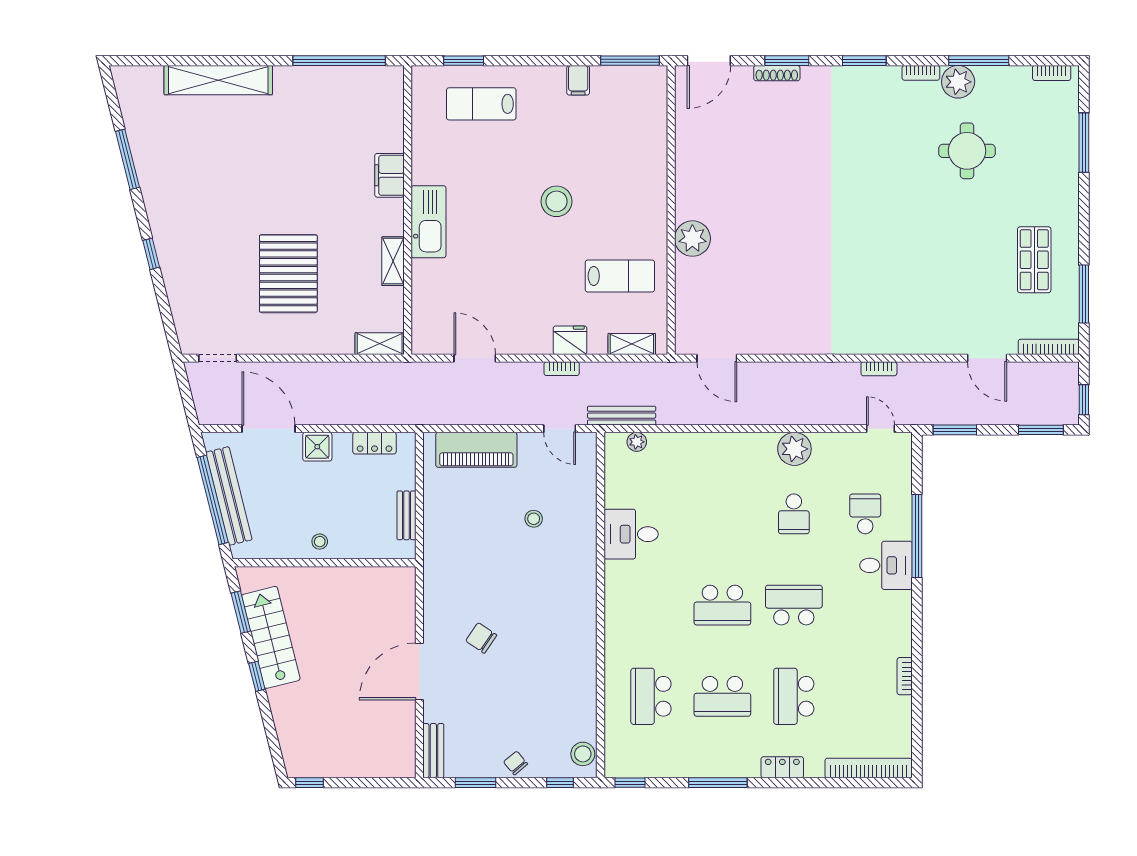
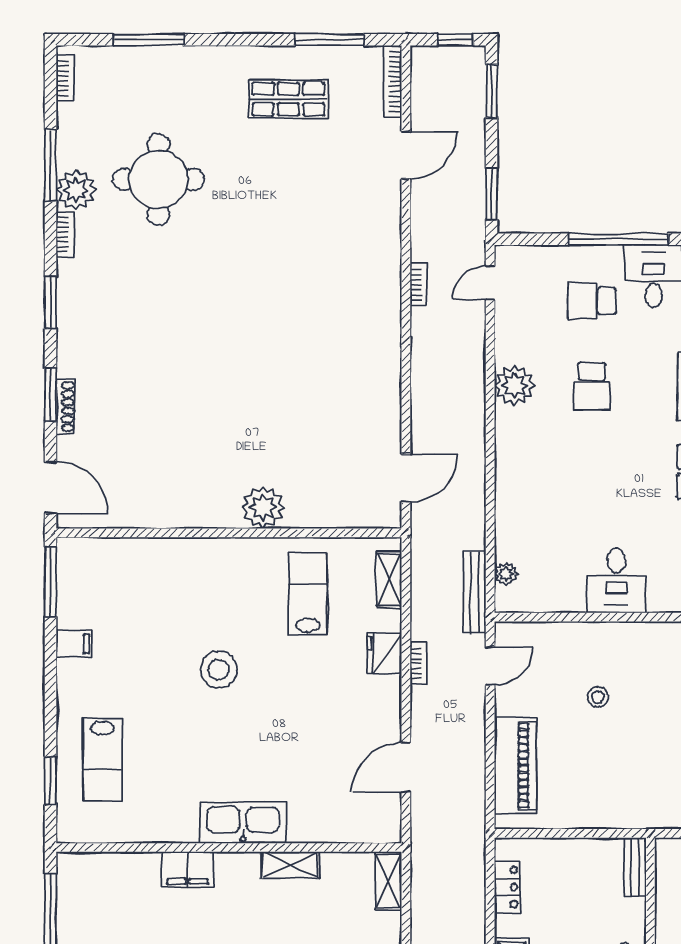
round table: (967, 151) -> (158, 179), width x1.36, depth x1.36
school desk: (794, 514) -> (592, 386), turned 90
bench: (407, 515) -> (635, 867), moved, turned 90

